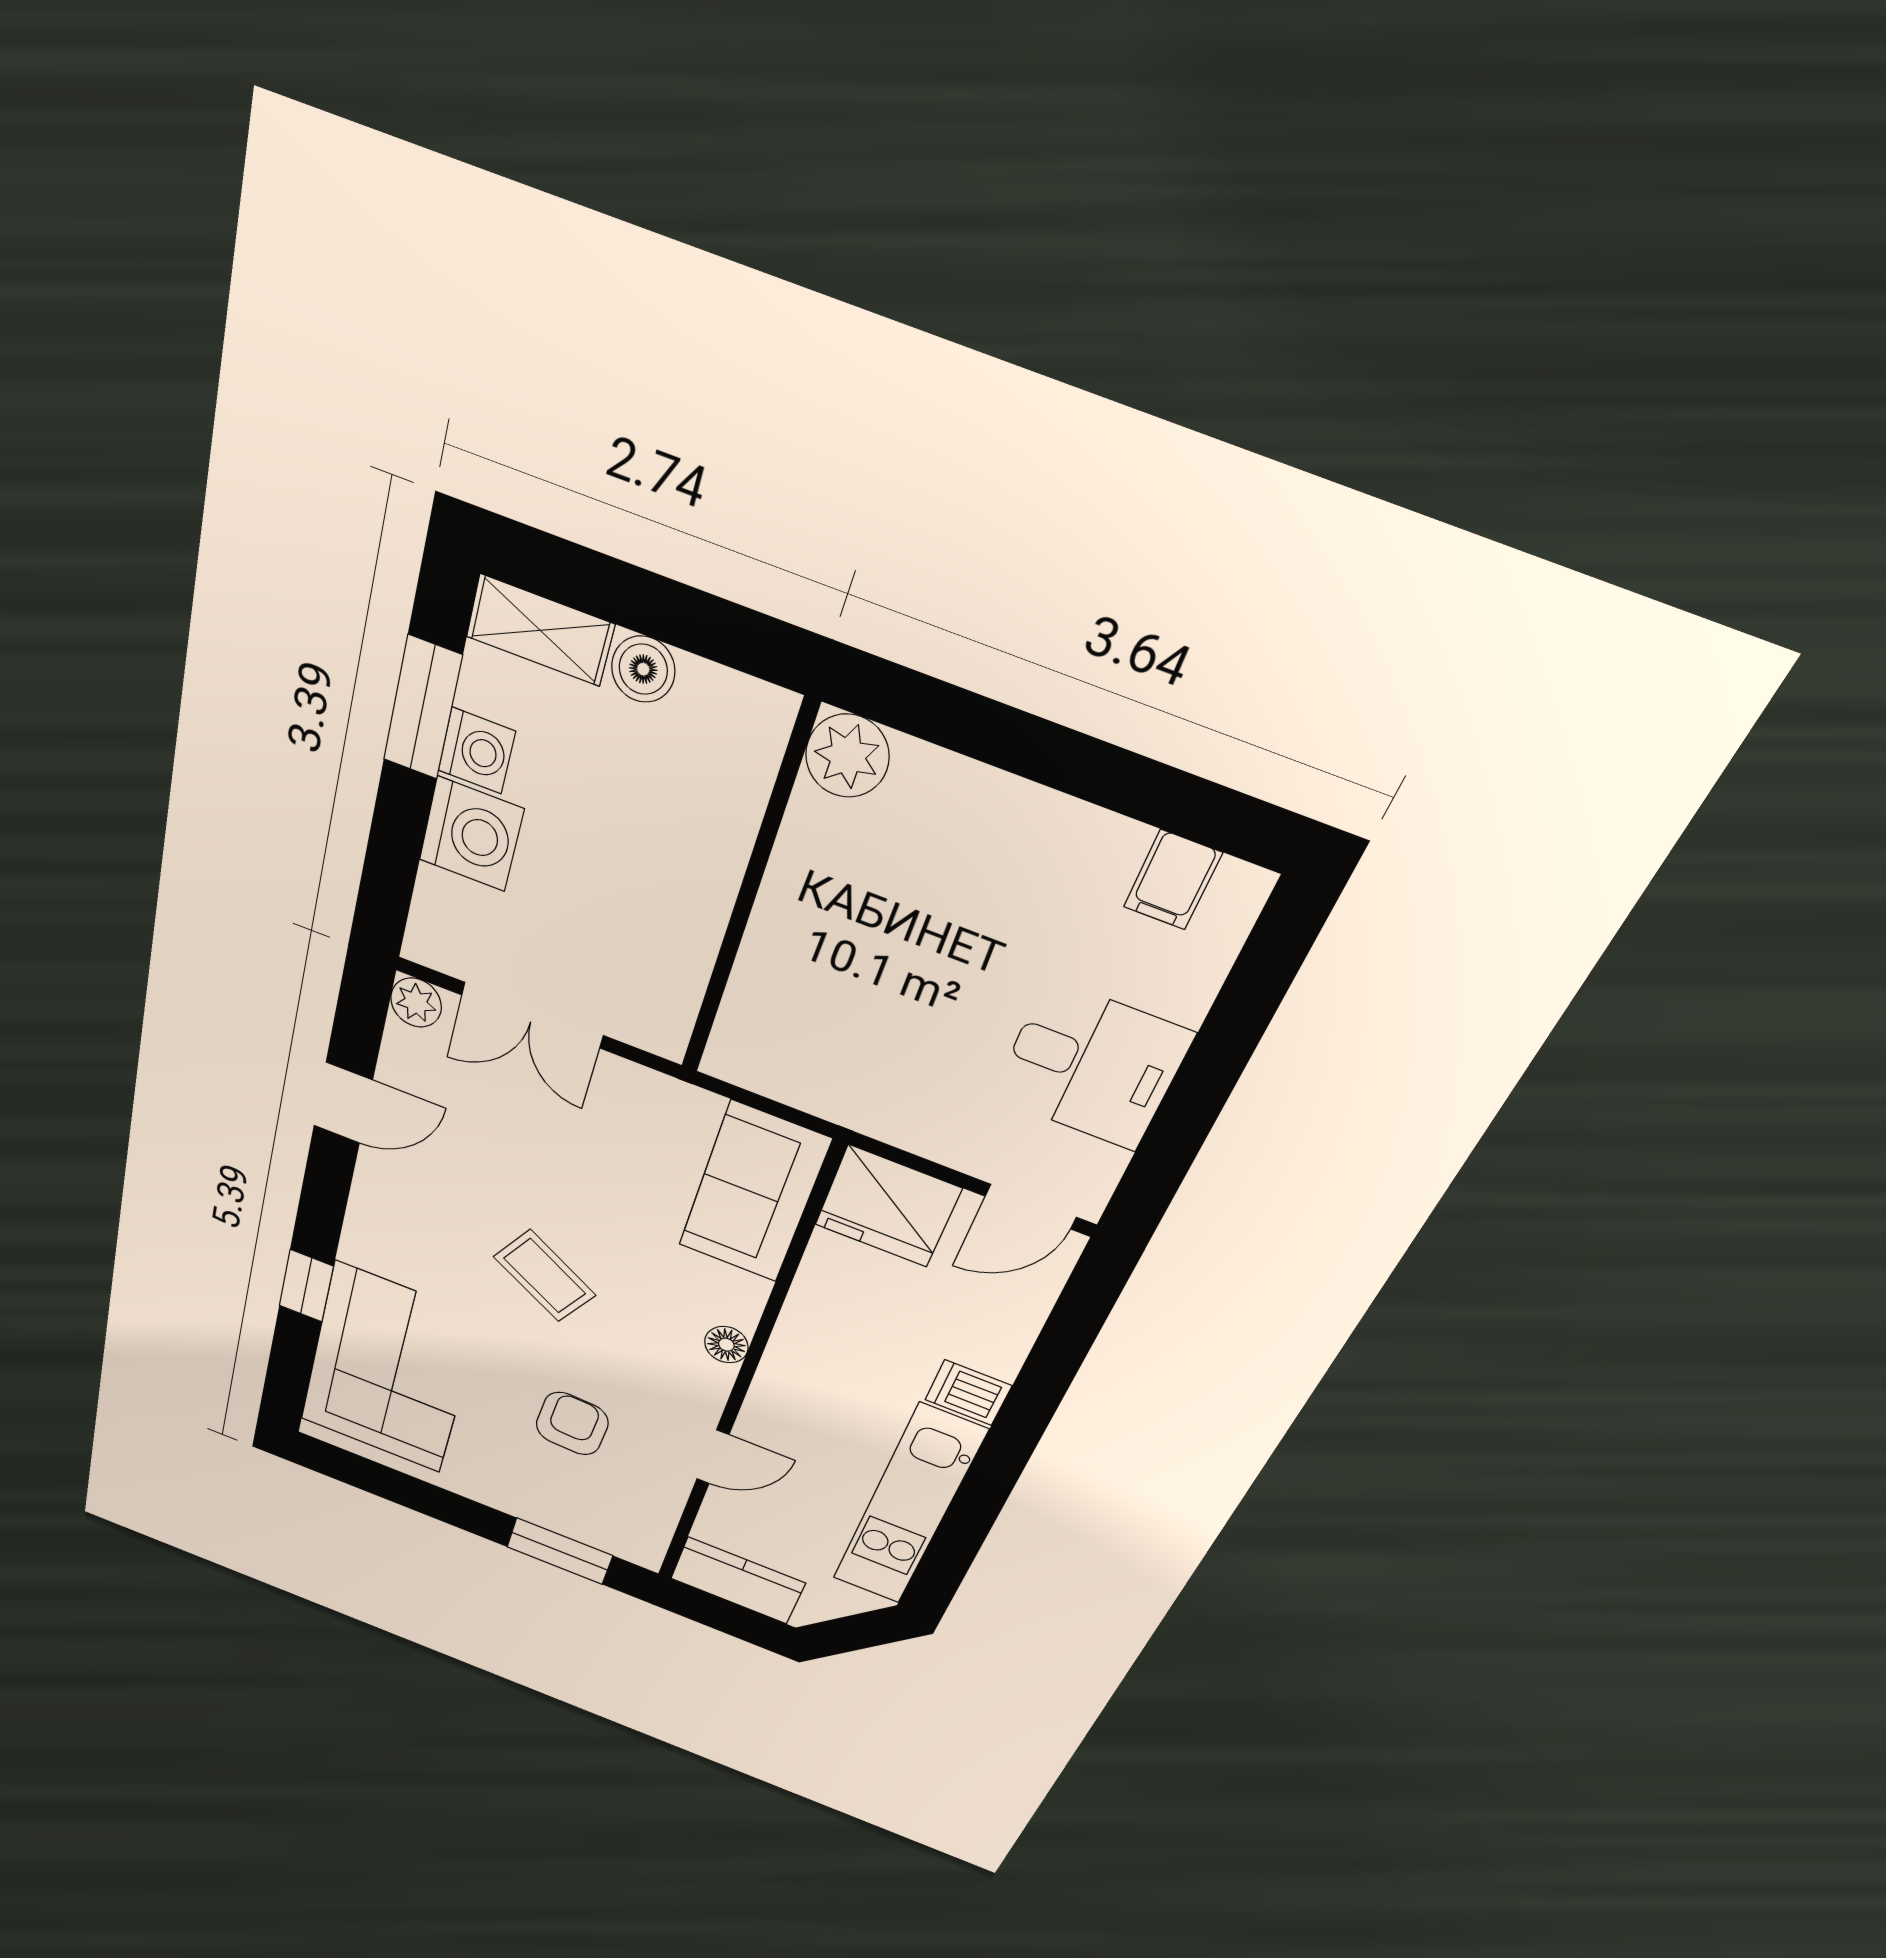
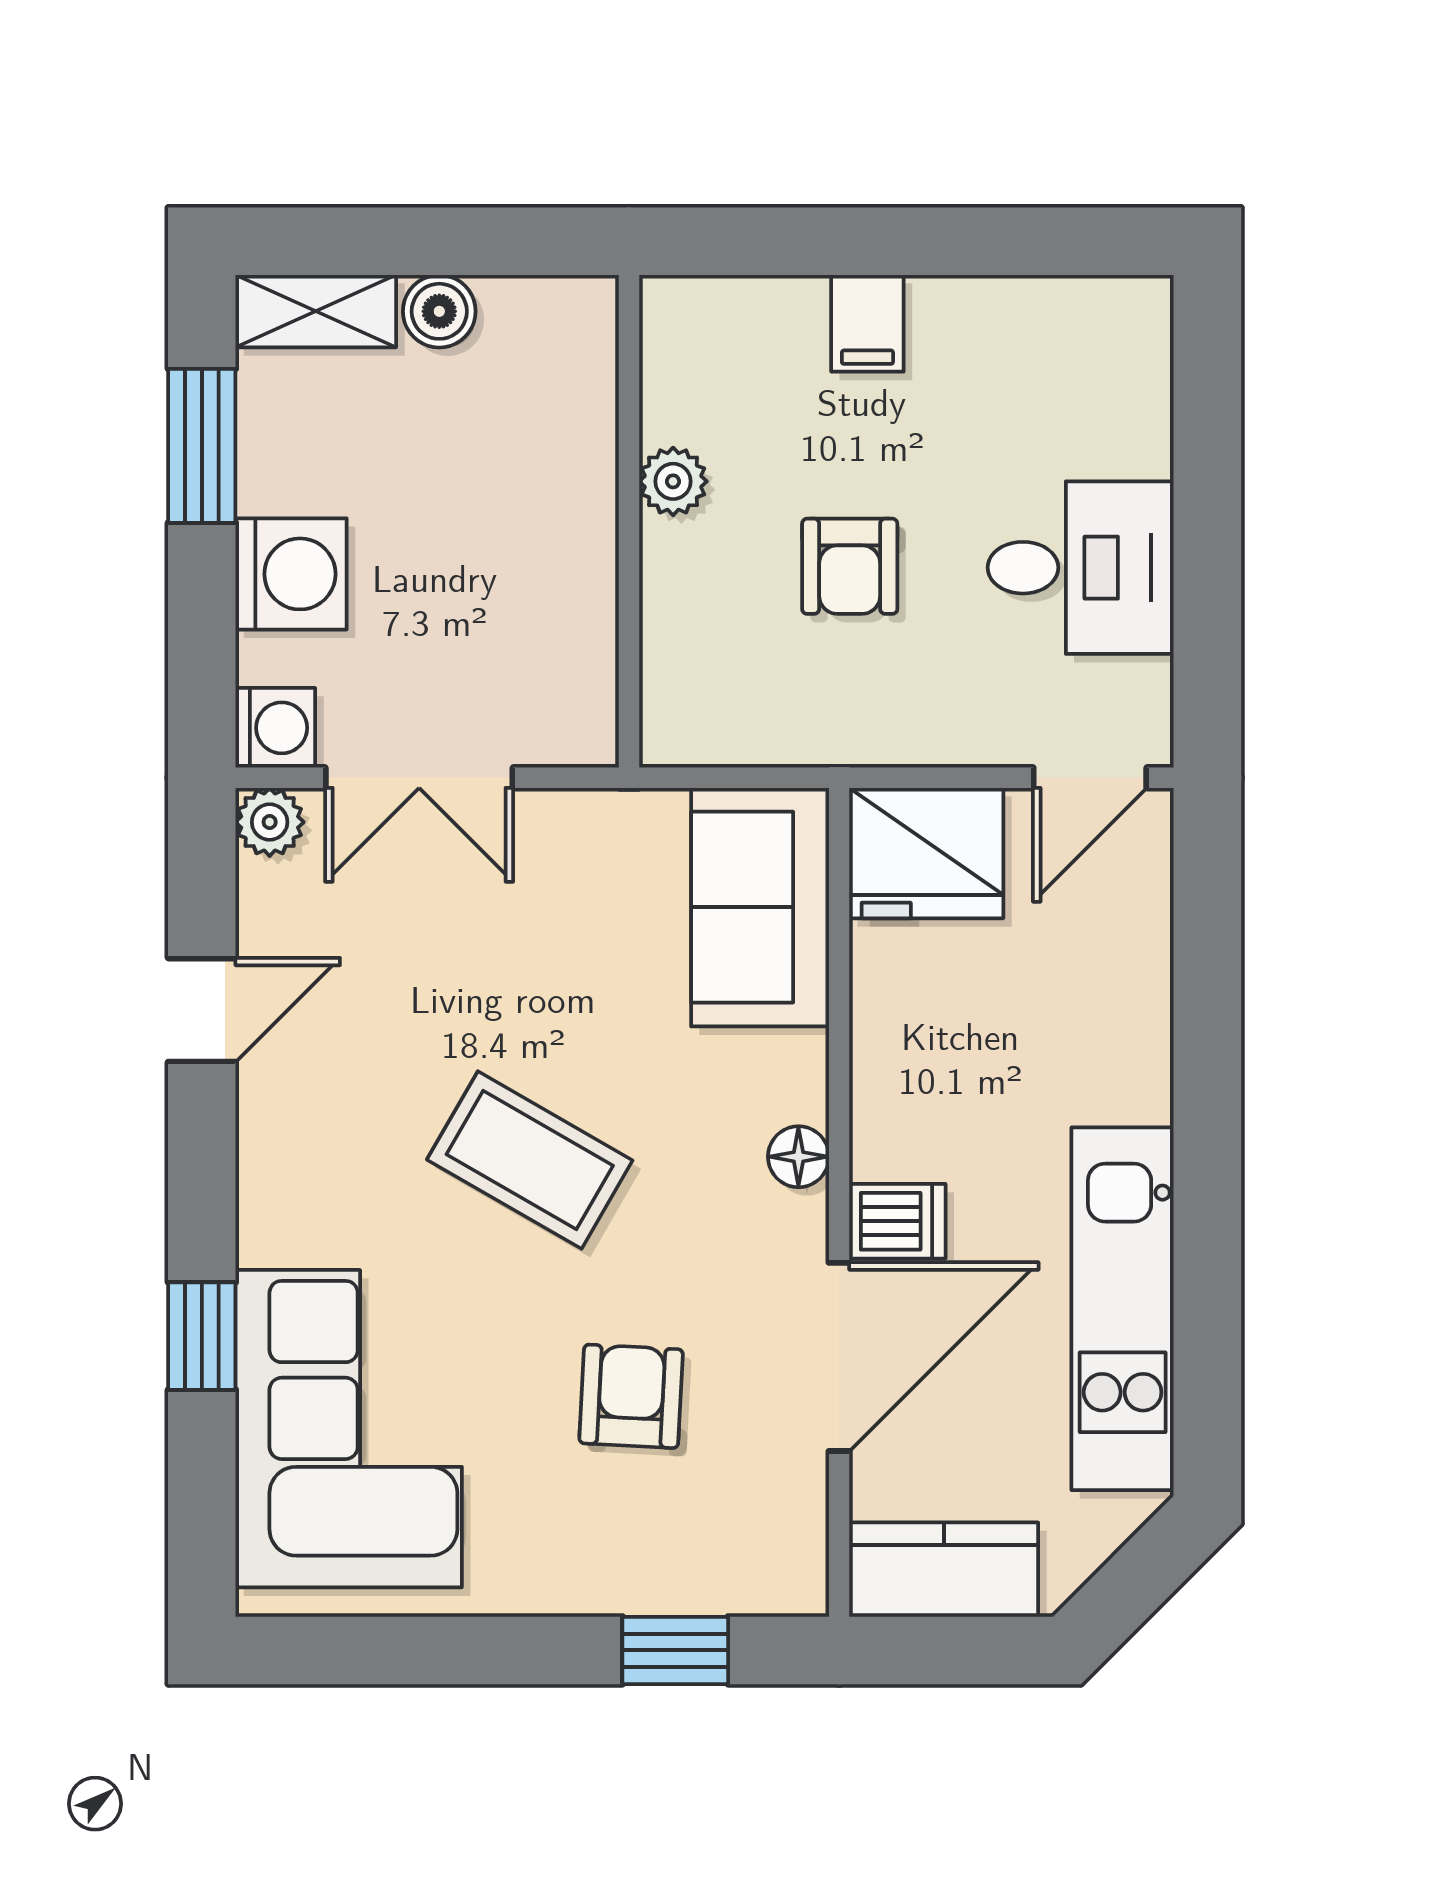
washing machine: (477, 751) -> (275, 728), moved
plant: (847, 756) -> (673, 481), moved, width x0.73, depth x0.73
filing cabinet: (1173, 880) -> (867, 323), moved
armchair: (909, 995) -> (850, 566), added
coffee table: (545, 1276) -> (530, 1160), width x1.36, depth x1.30
dishwasher: (968, 1393) -> (897, 1221), moved, turned 180
door: (713, 1457) -> (839, 1357), width x1.88
window: (560, 1551) -> (675, 1650), width x0.67

